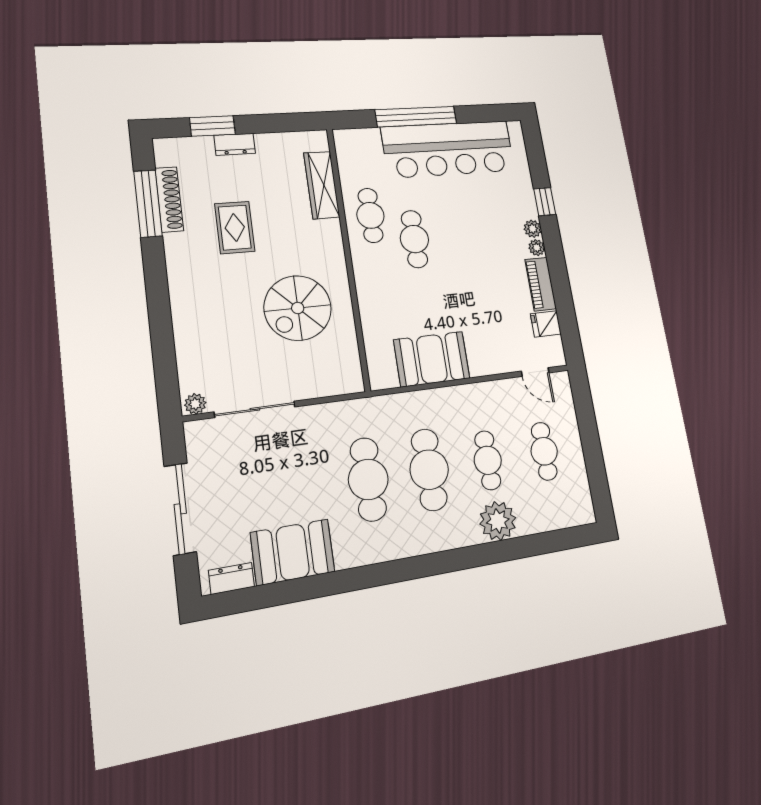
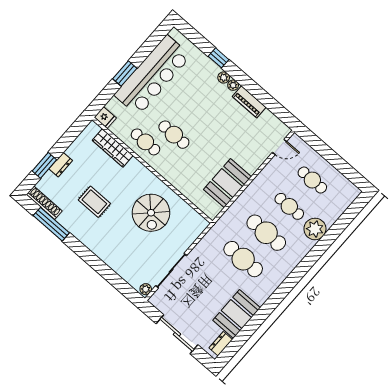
window: (416, 117) -> (125, 74), width x0.47
shoe rack: (169, 199) -> (44, 203), moved
fridge: (546, 324) -> (105, 118), moved, turned -90

